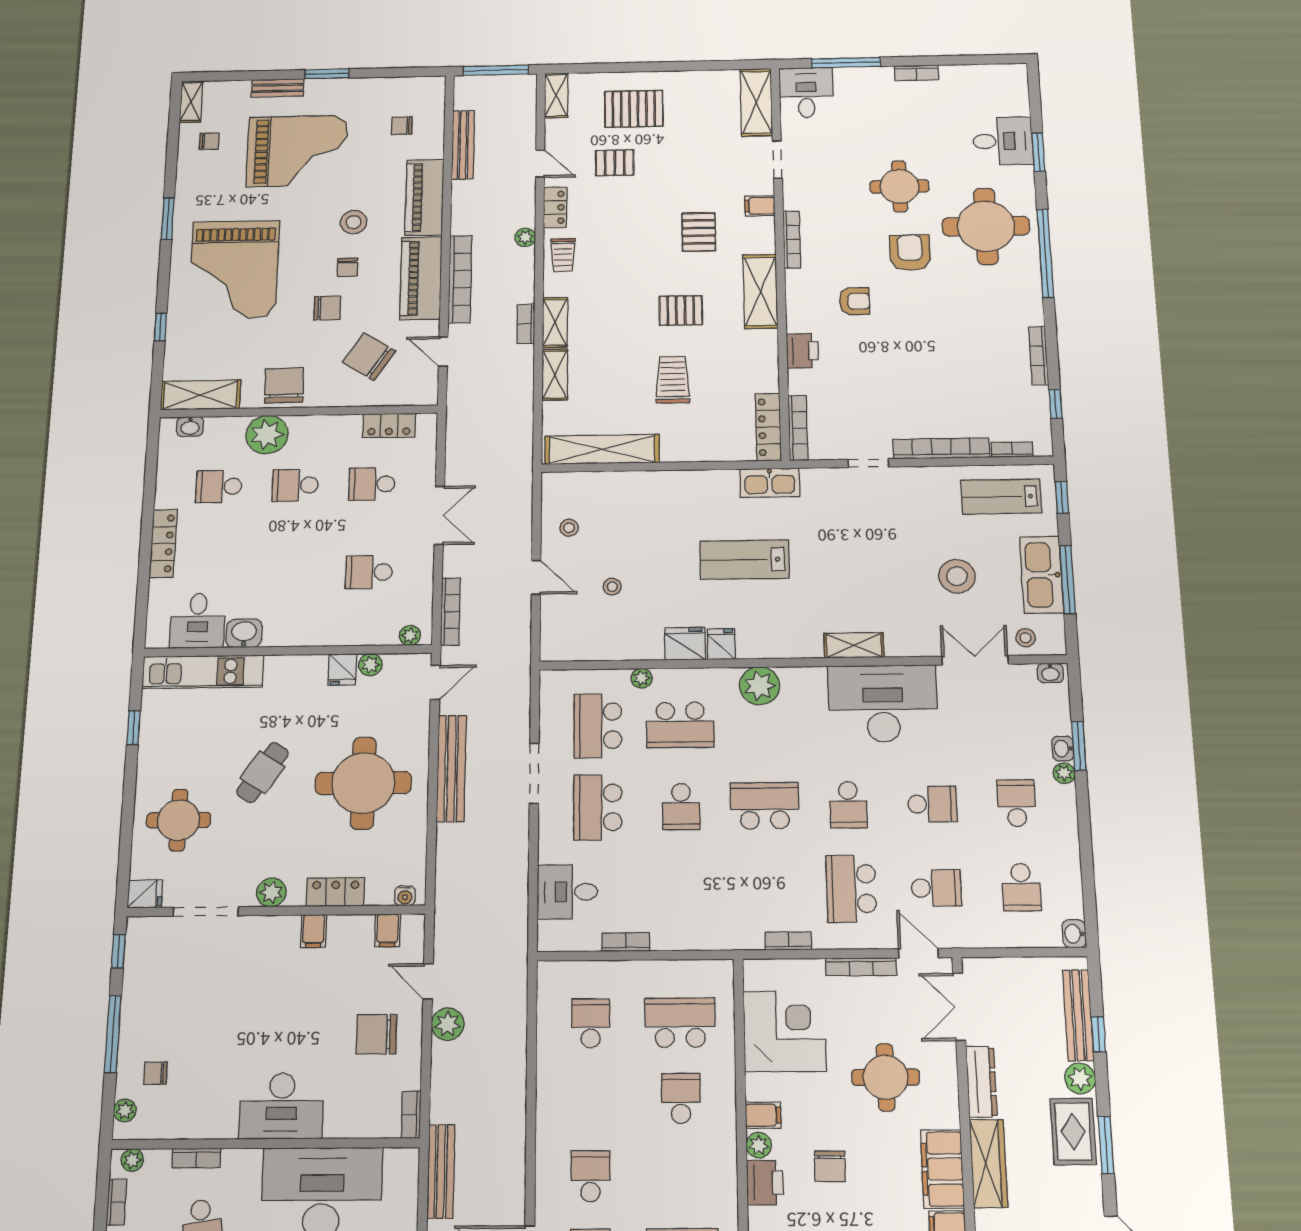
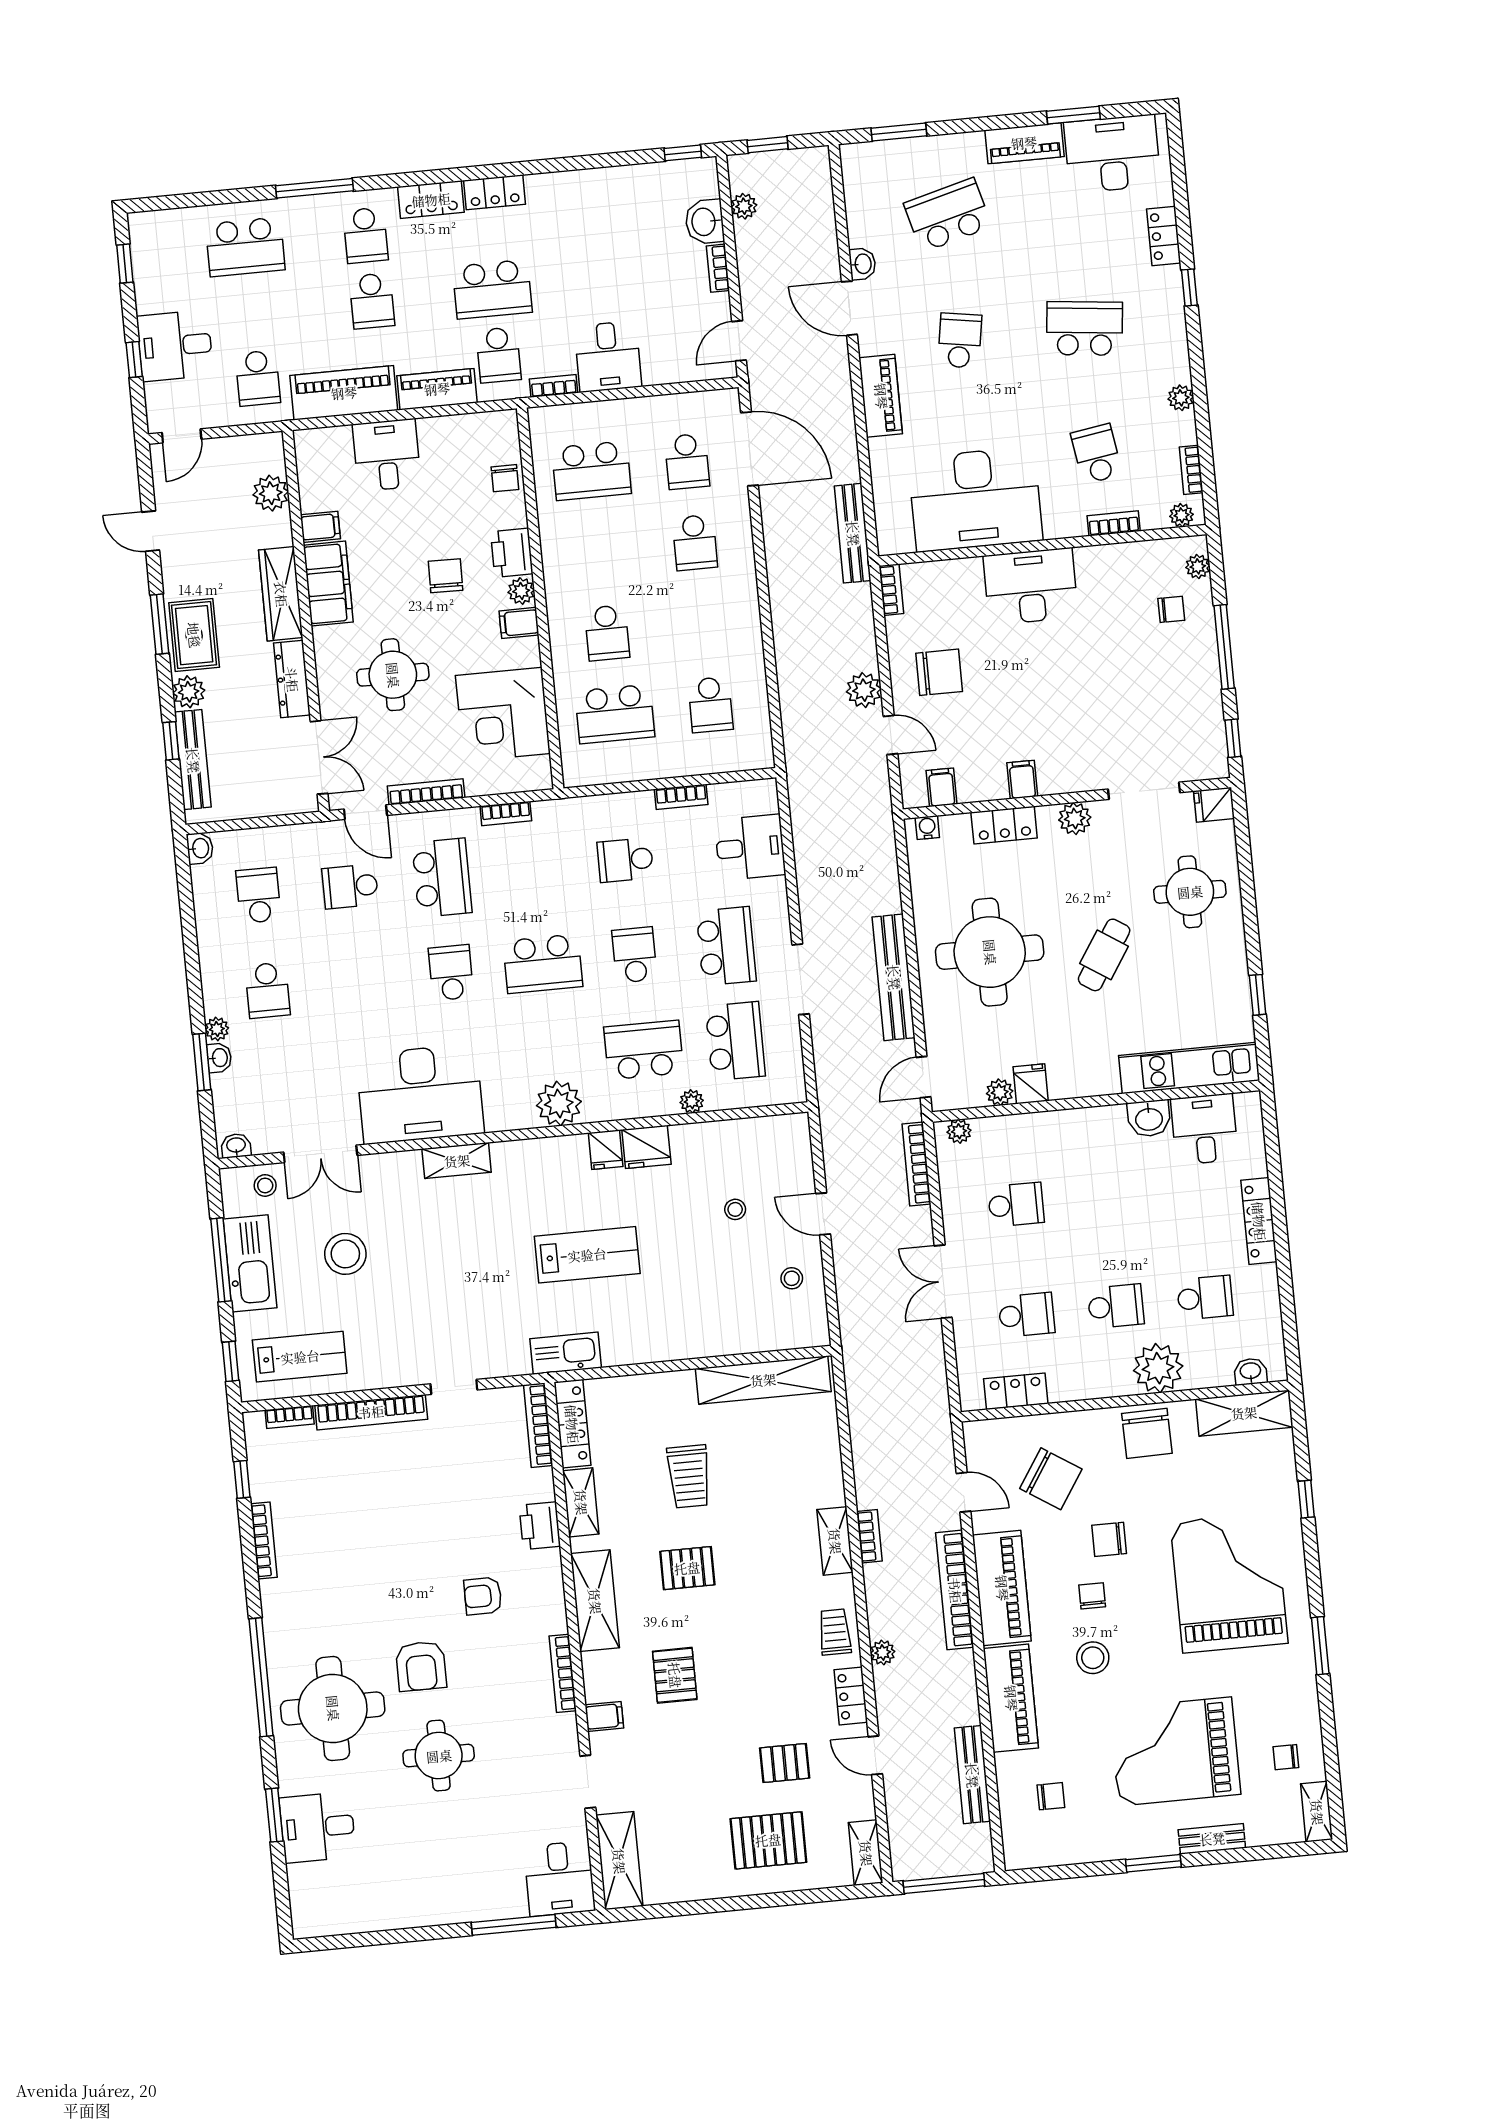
bookcase: (916, 73) -> (427, 1916), removed
shelving: (555, 375) -> (581, 1502), moved
school desk: (932, 804) -> (625, 860), moved

